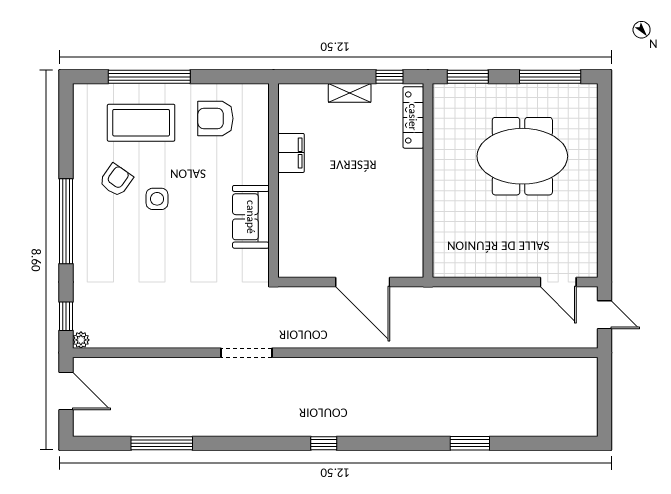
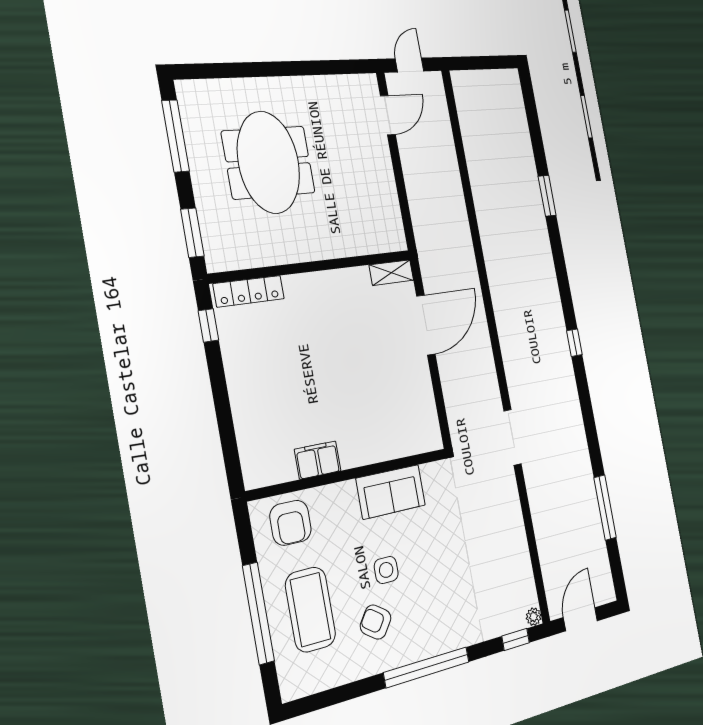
shelving: (350, 93) -> (391, 273), moved, turned 90
filing cabinet: (291, 153) -> (318, 460), moved
wall: (273, 181) -> (350, 474), moved
sofa: (251, 217) -> (391, 492), moved

